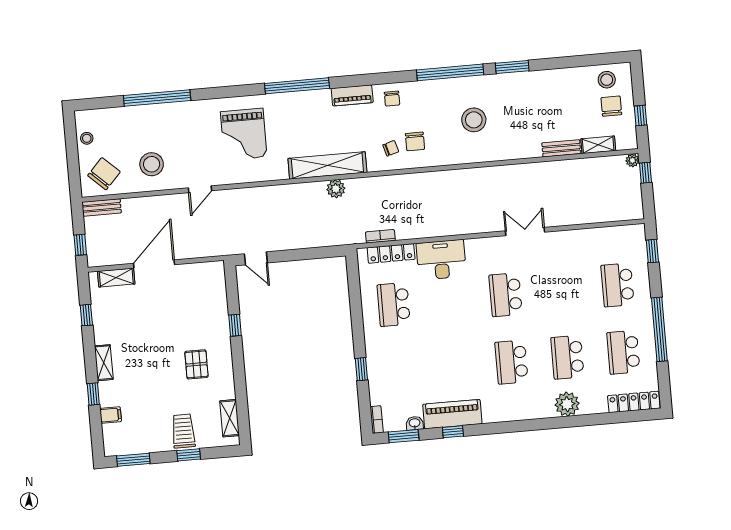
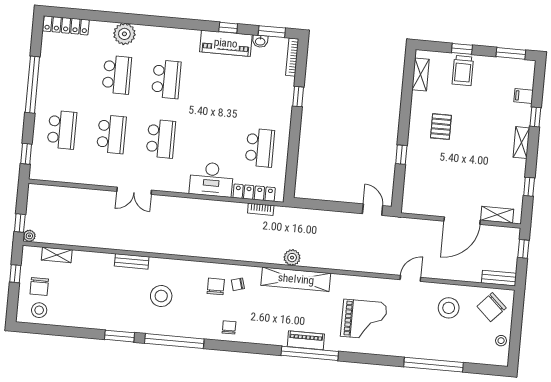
piano: (352, 95) -> (306, 340), moved
grand piano: (244, 134) -> (364, 320), turned 90
bench: (561, 148) -> (132, 261), moved
school desk: (623, 352) -> (111, 134), moved
bookcase: (377, 420) -> (292, 57), width x1.56

